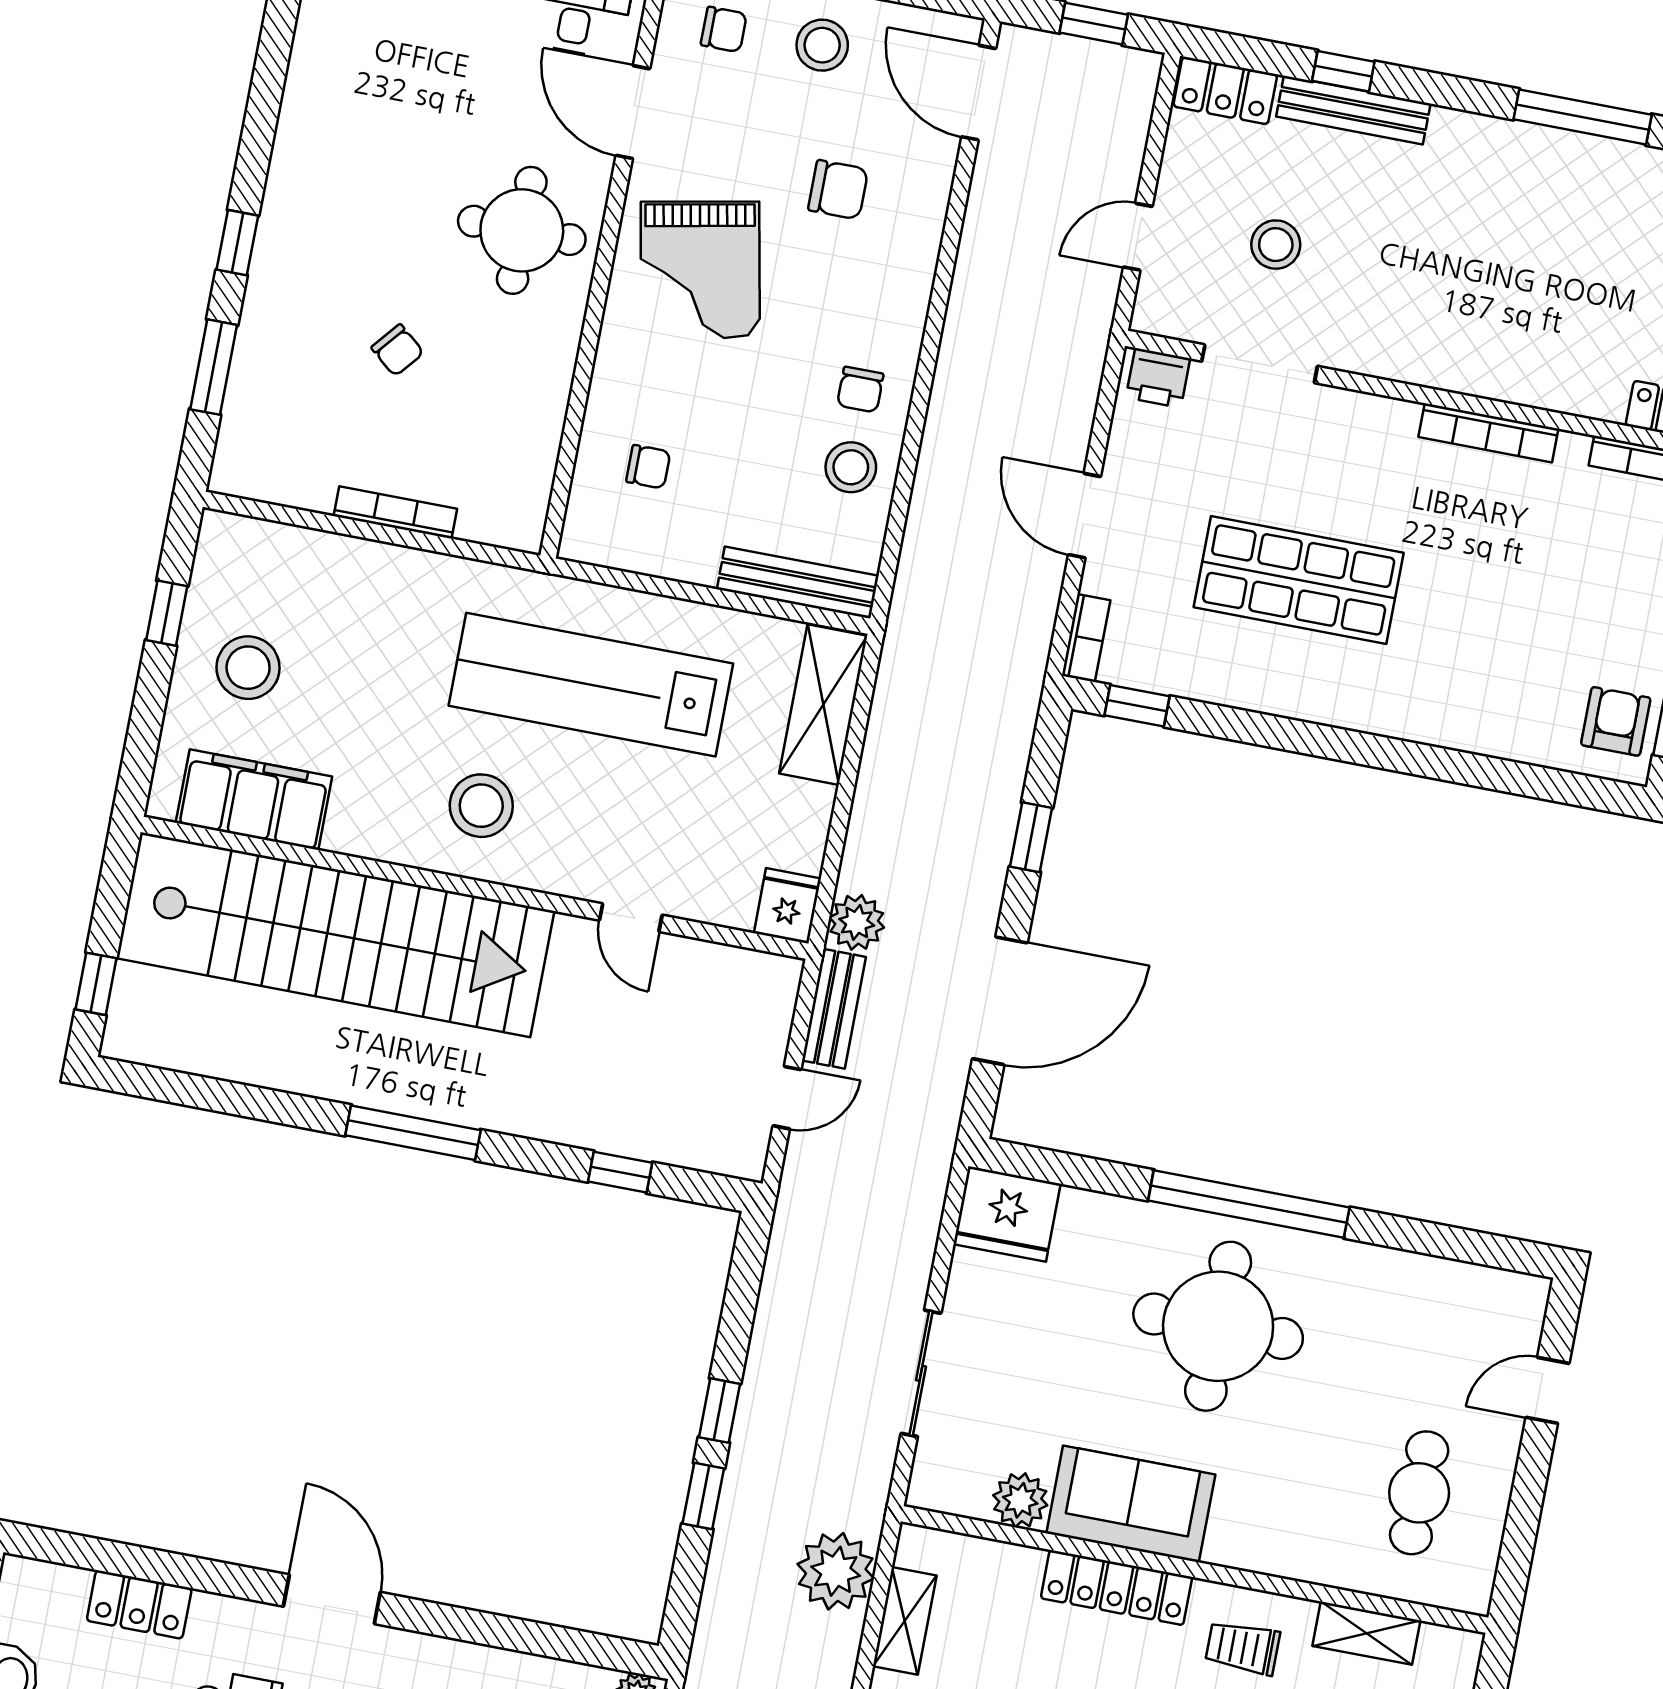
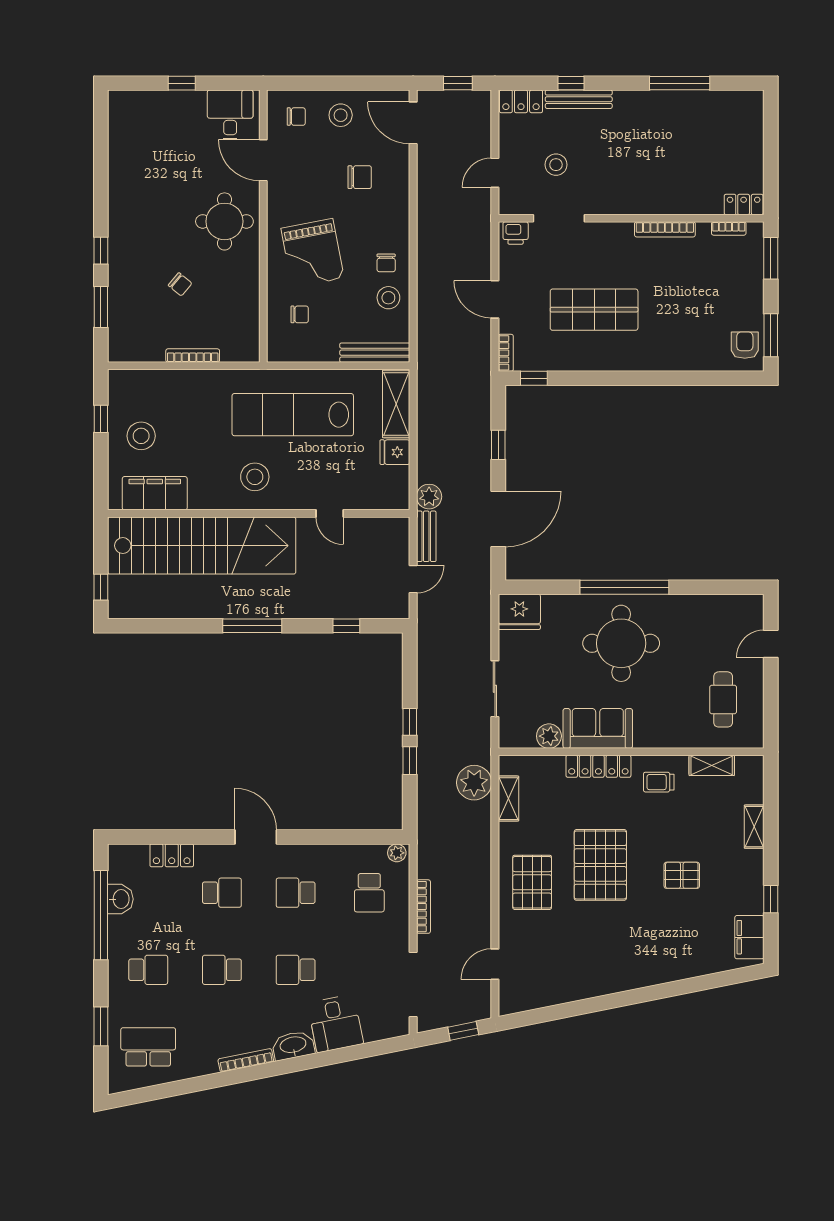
grand piano: (700, 270) -> (313, 253), moved
fridge: (787, 906) -> (395, 452), moved, turned -90

